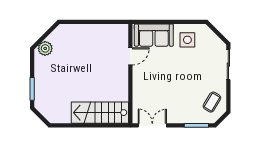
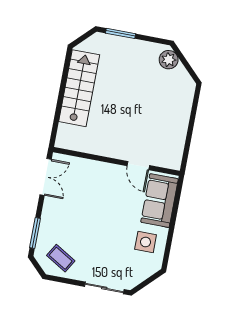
stairs: (100, 113) -> (79, 88), moved

